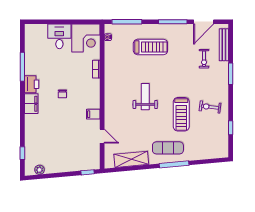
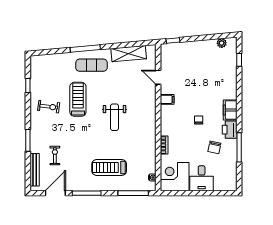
chair: (47, 67) -> (214, 147), added

